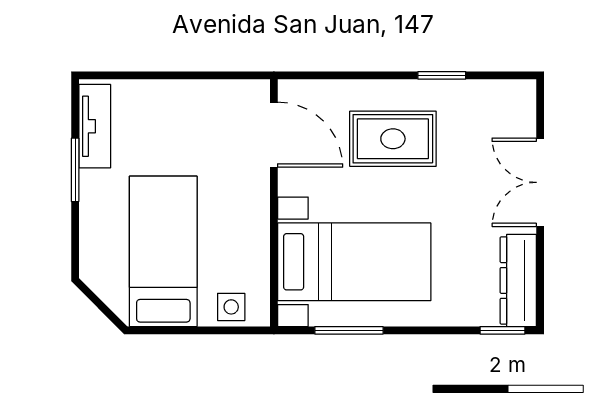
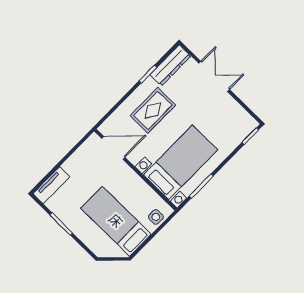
tv unit: (95, 126) -> (51, 185), moved, turned 90
double door: (540, 182) -> (214, 76), swing flipped
dresser: (518, 280) -> (170, 65), moved, turned -90

